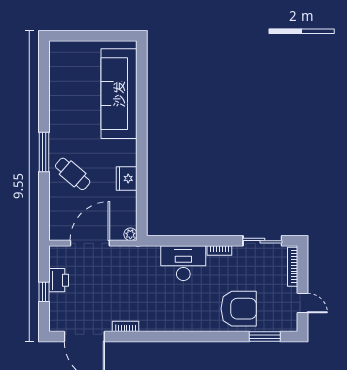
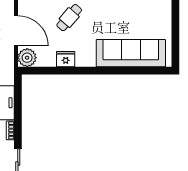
plant: (130, 234) -> (27, 58), width x1.87, depth x1.87

